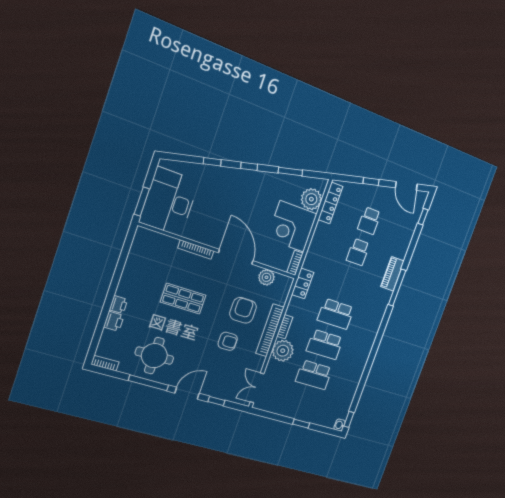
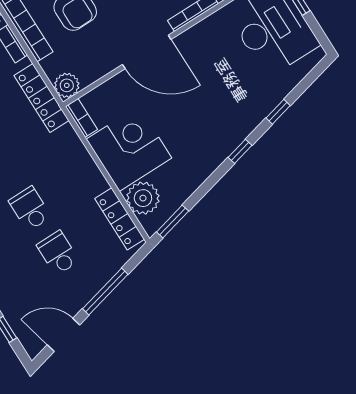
window: (290, 171) -> (173, 222), moved
window: (371, 182) -> (105, 291), width x2.17
plant: (266, 277) -> (67, 85), moved
locker: (303, 283) -> (42, 98), width x1.53

